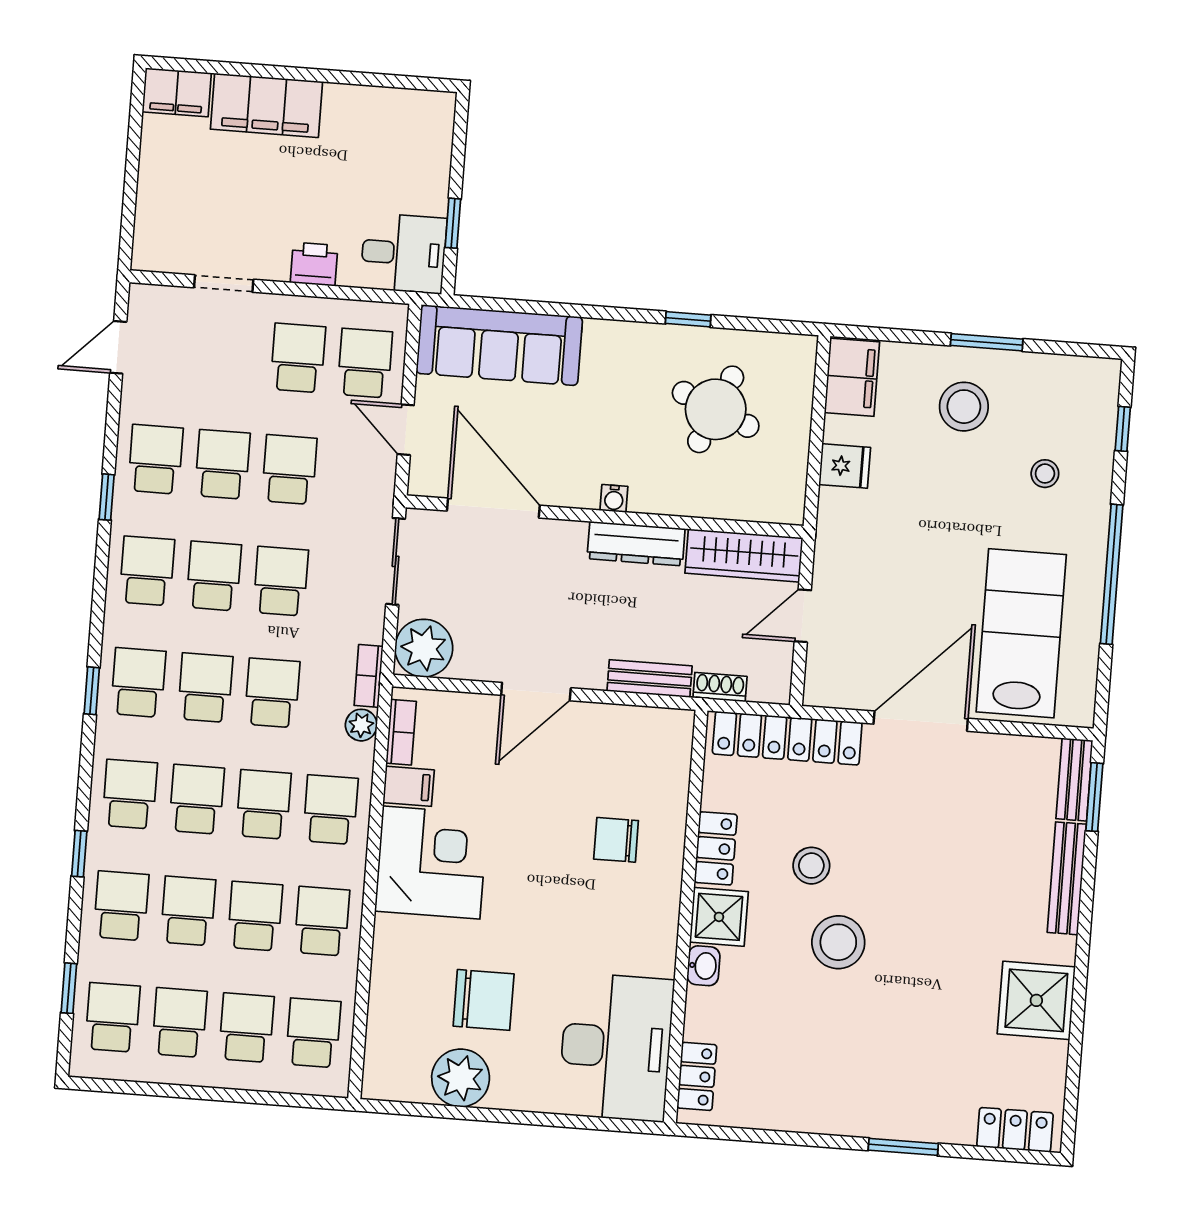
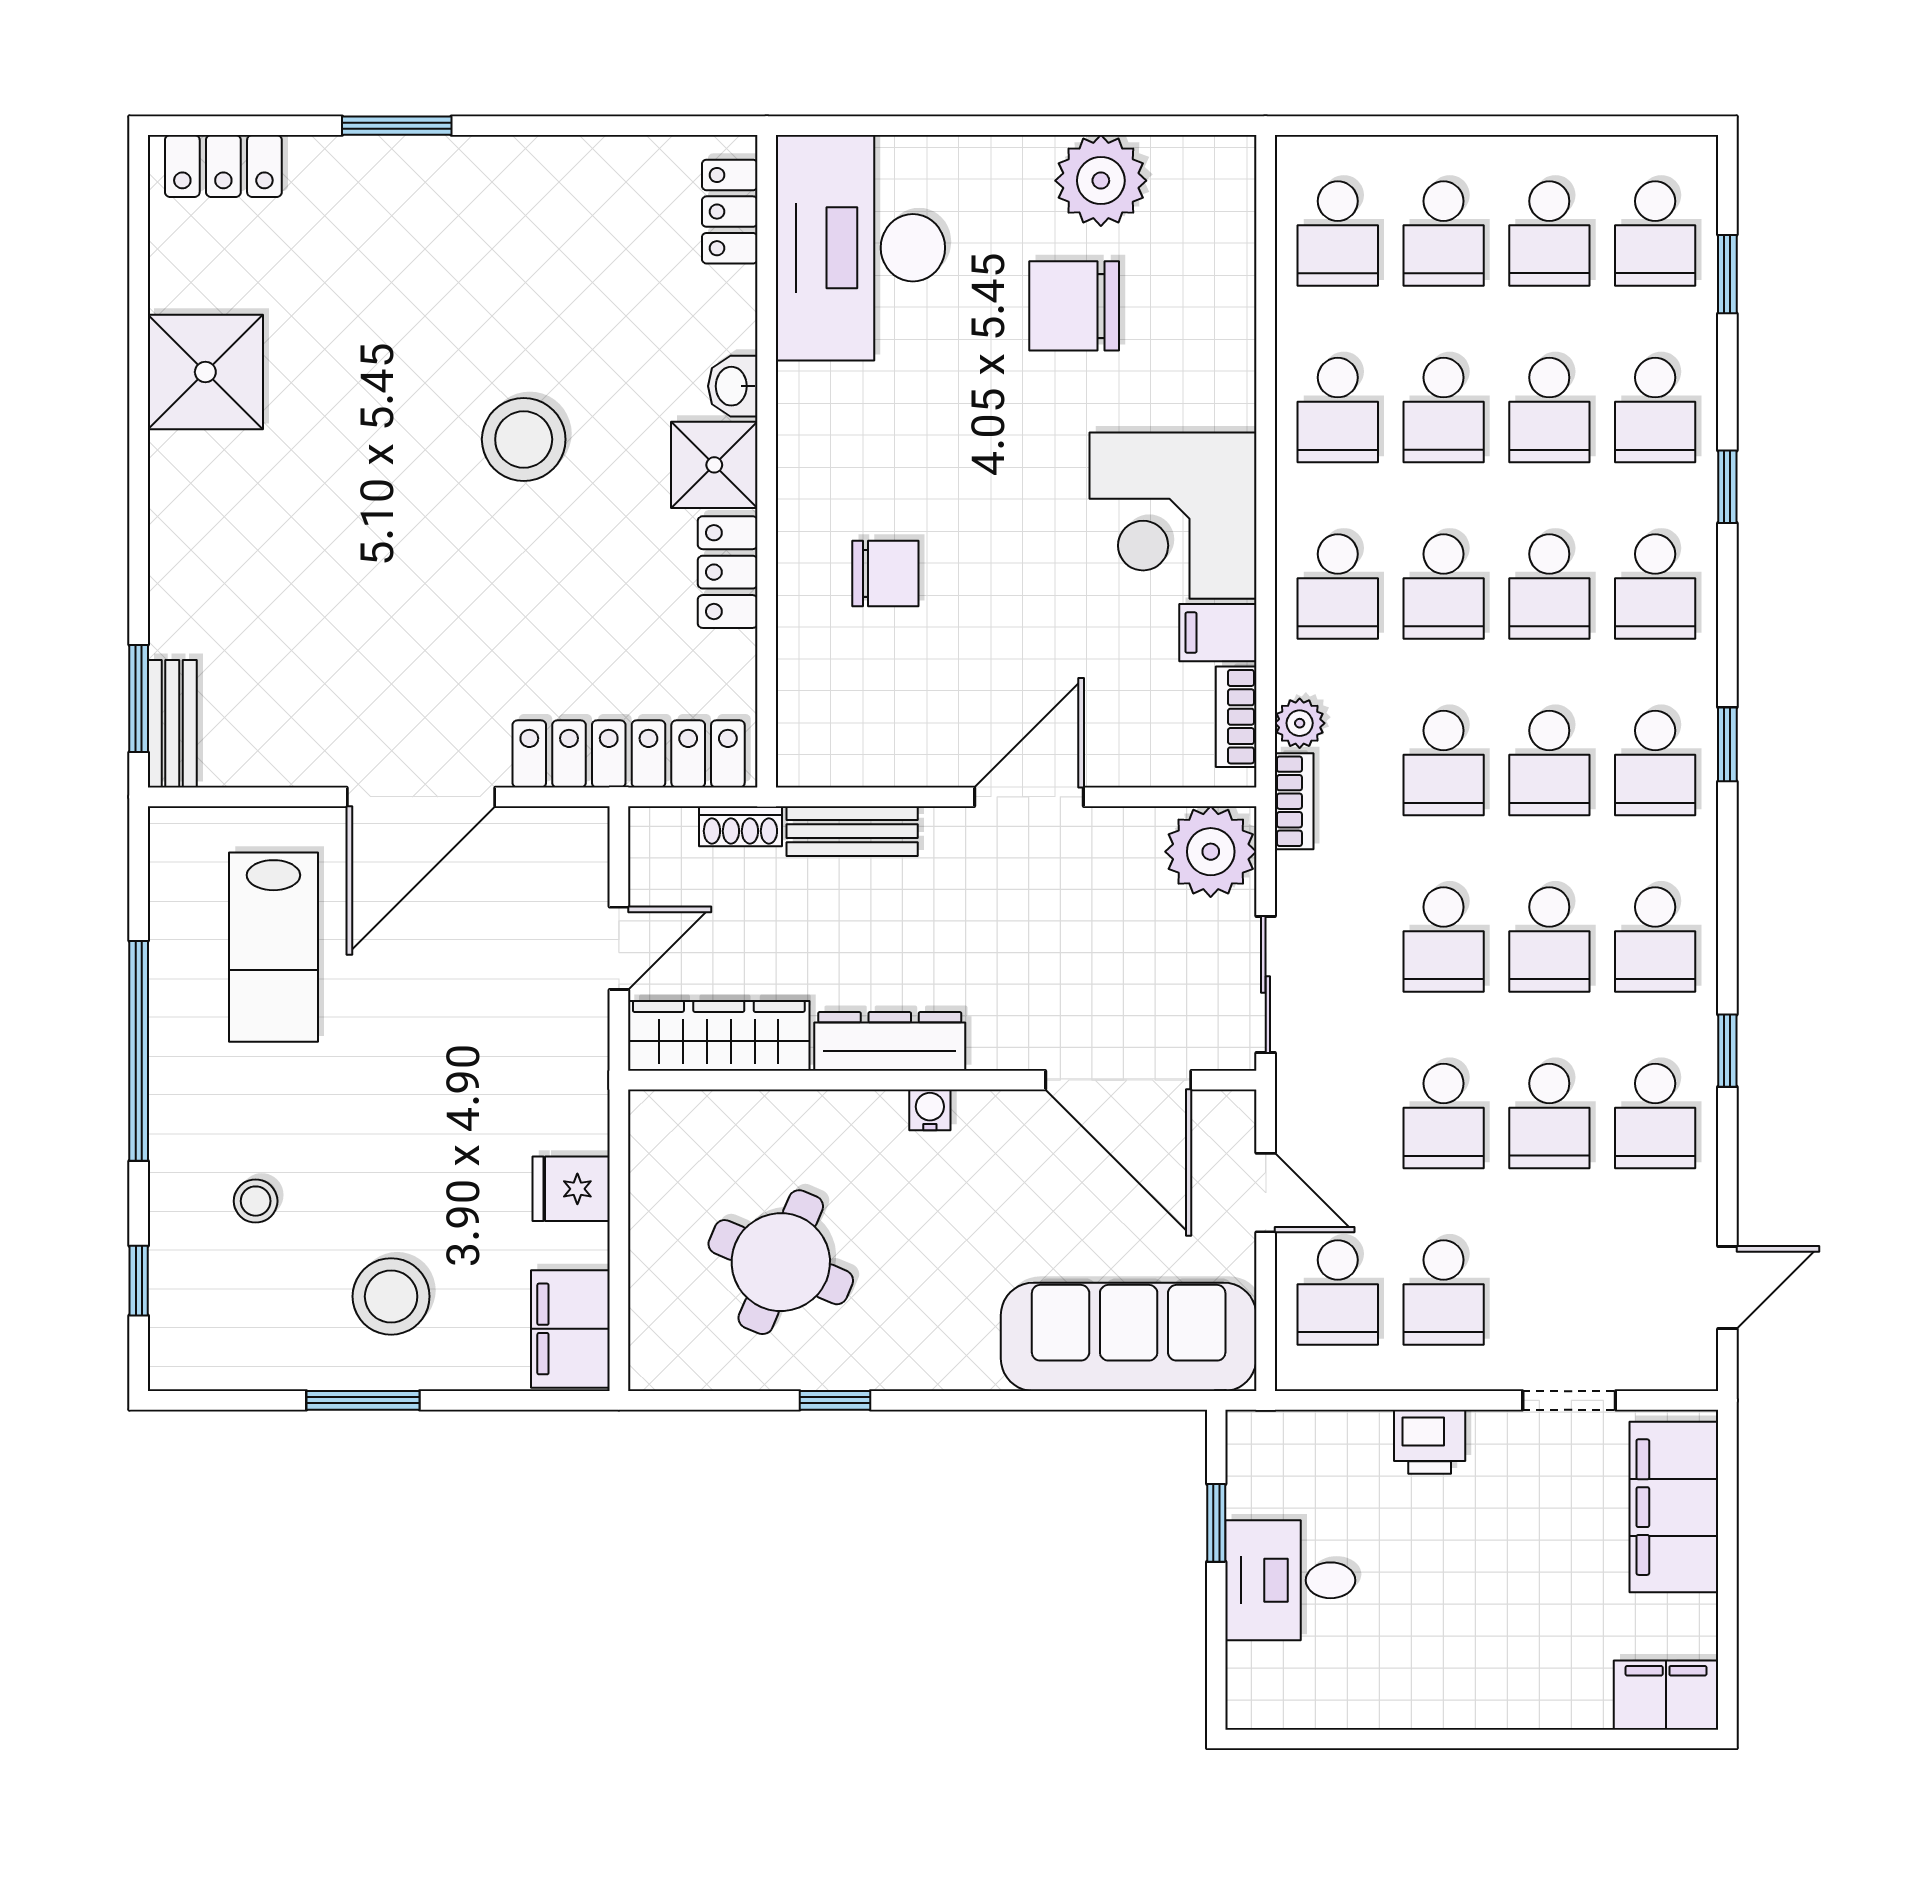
filing cabinet: (266, 105) -> (1674, 1507), moved, turned -90
desk: (403, 253) -> (1290, 1580), moved
lab bench: (1021, 633) -> (273, 947), width x0.73, depth x0.72
stool: (811, 866) -> (575, 557), removed
bench: (1067, 878) -> (172, 568), removed

